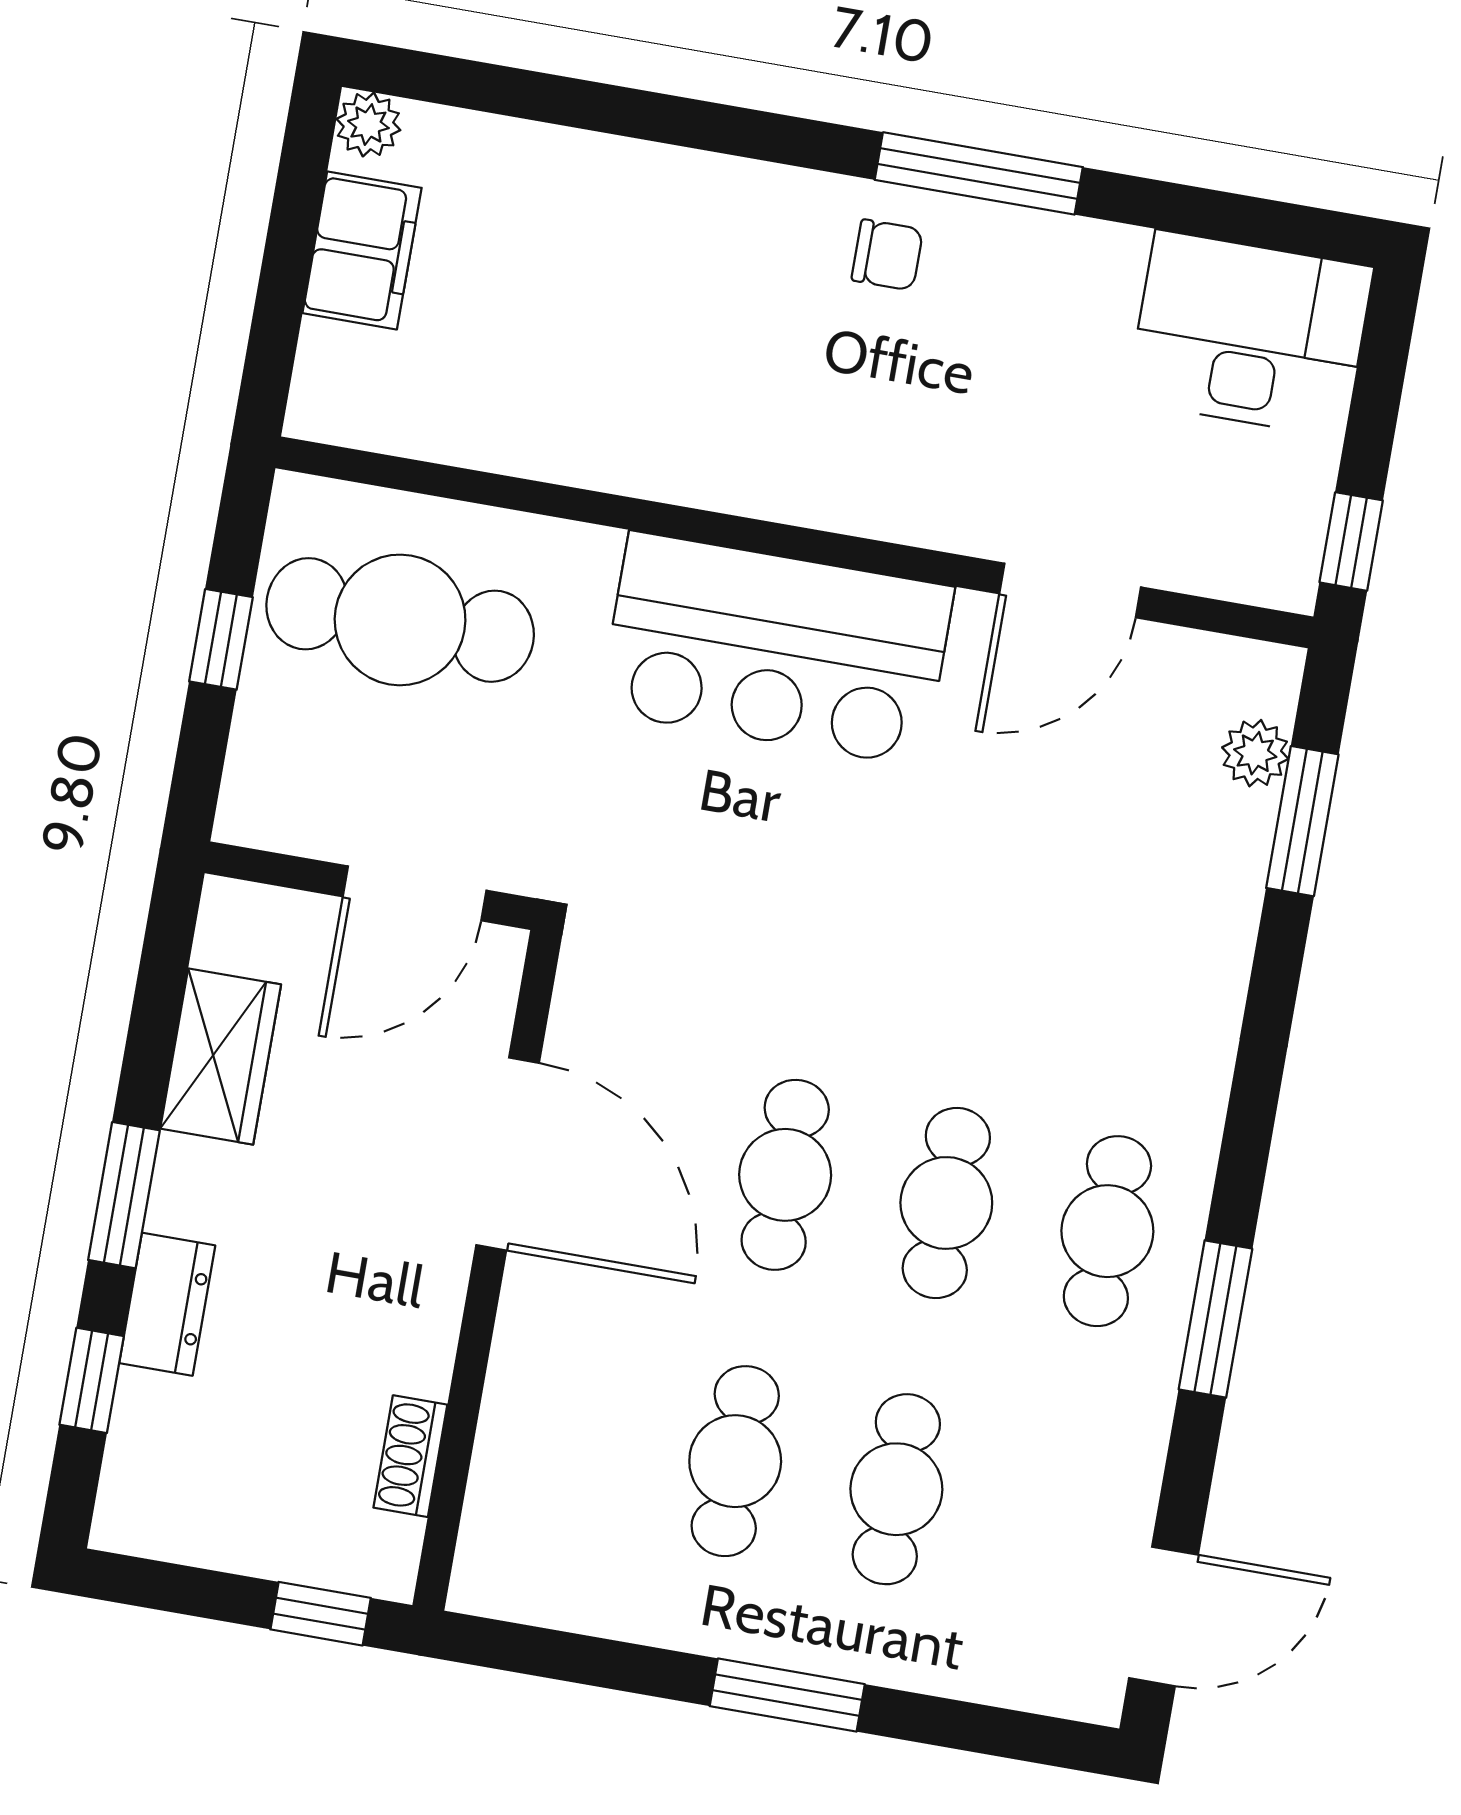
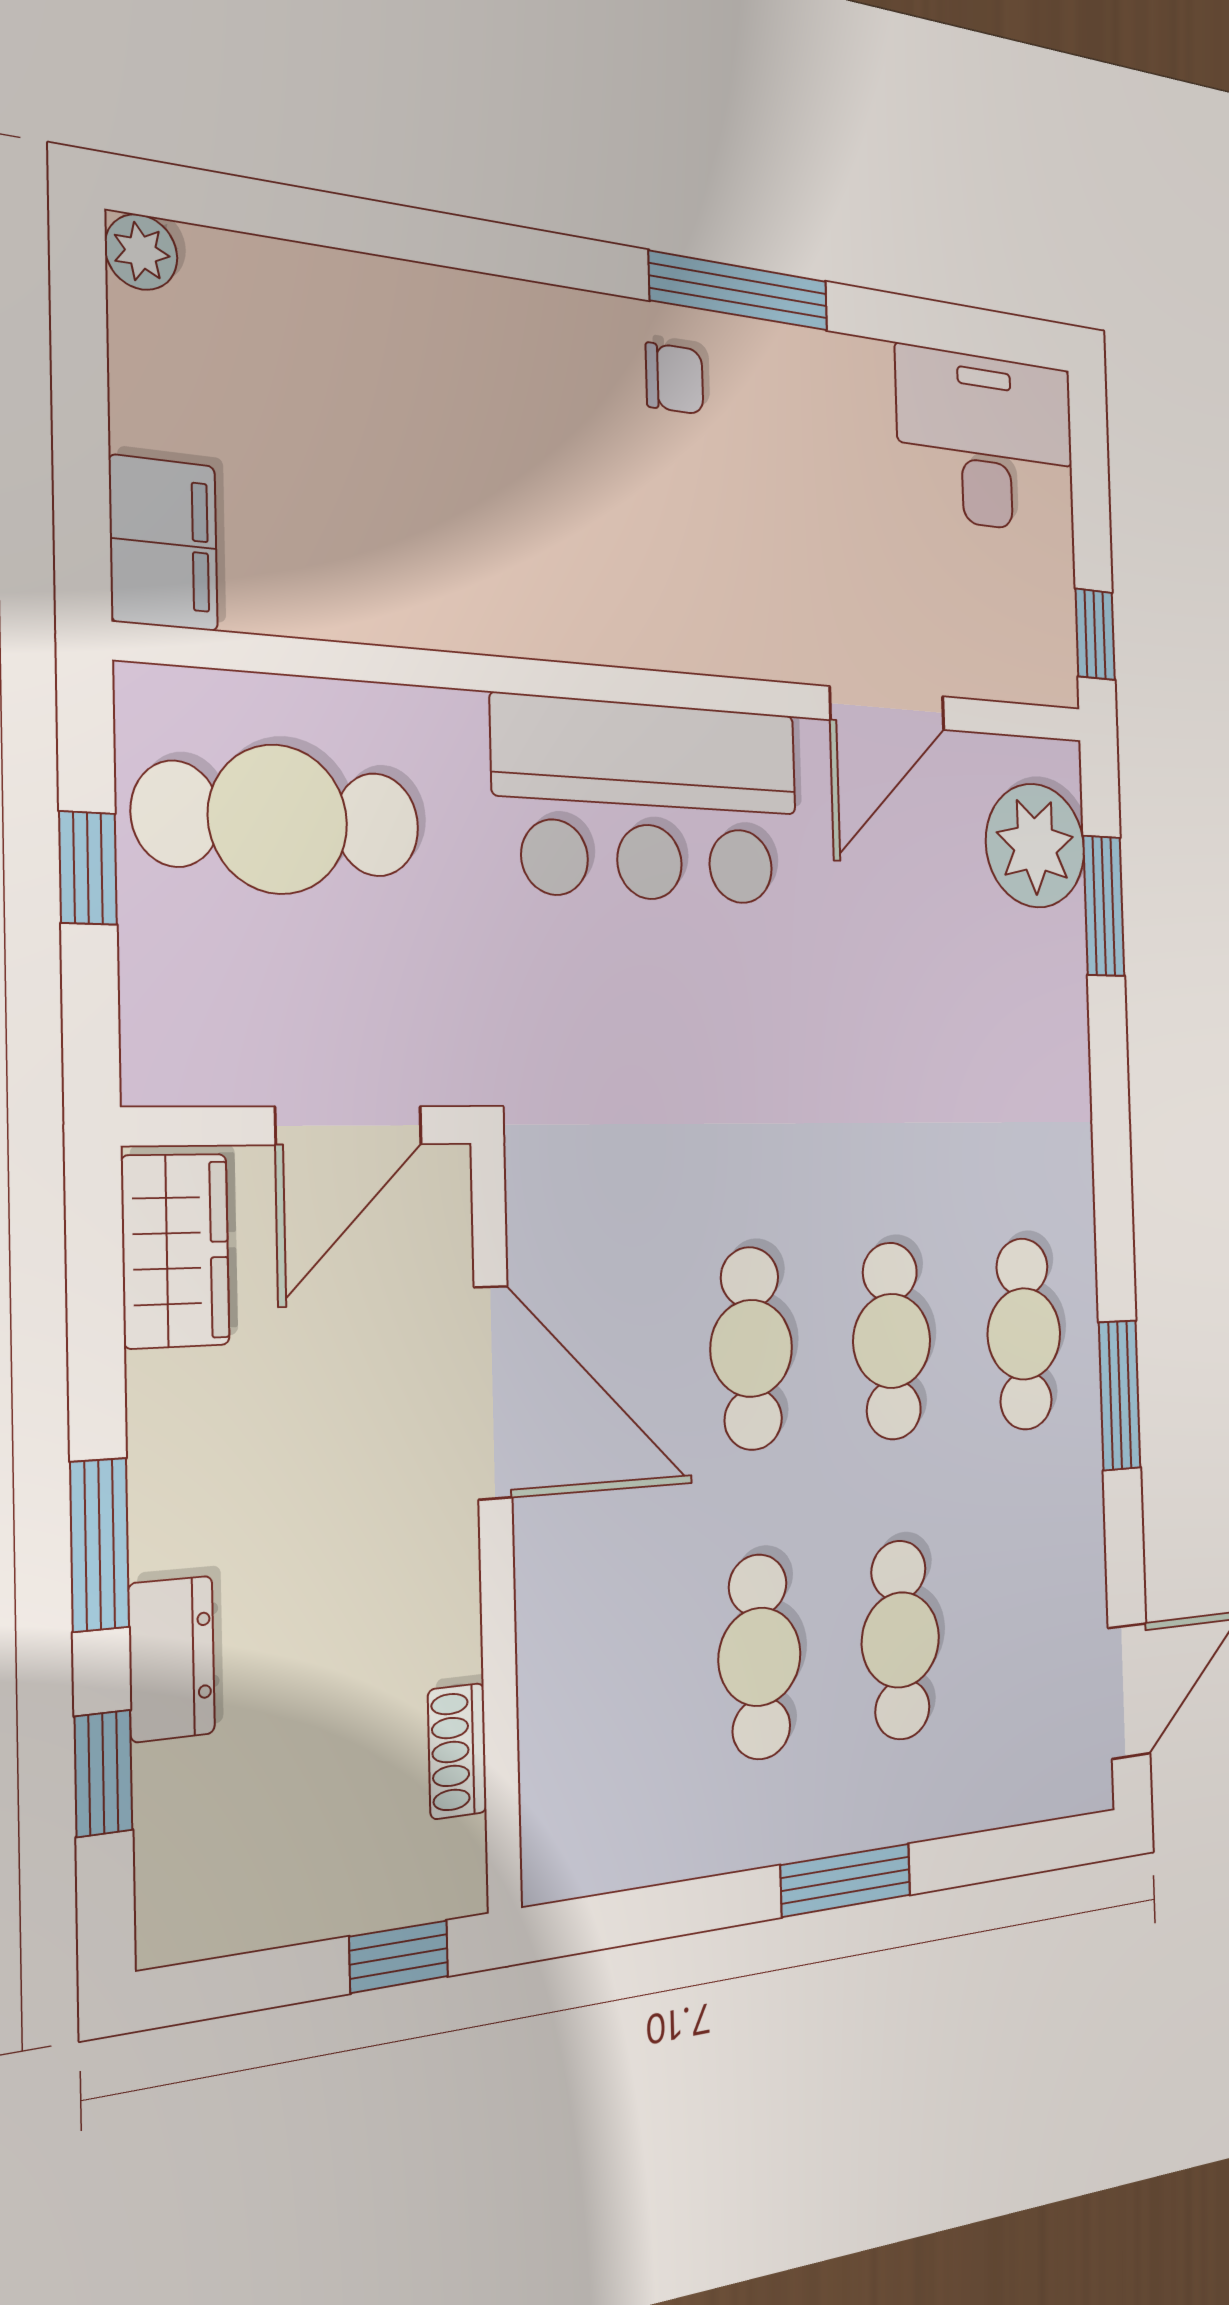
filing cabinet: (362, 250) -> (163, 543), moved
plant: (1255, 753) -> (1035, 846), width x1.88, depth x1.88
wardrobe: (221, 1057) -> (175, 1251), moved

